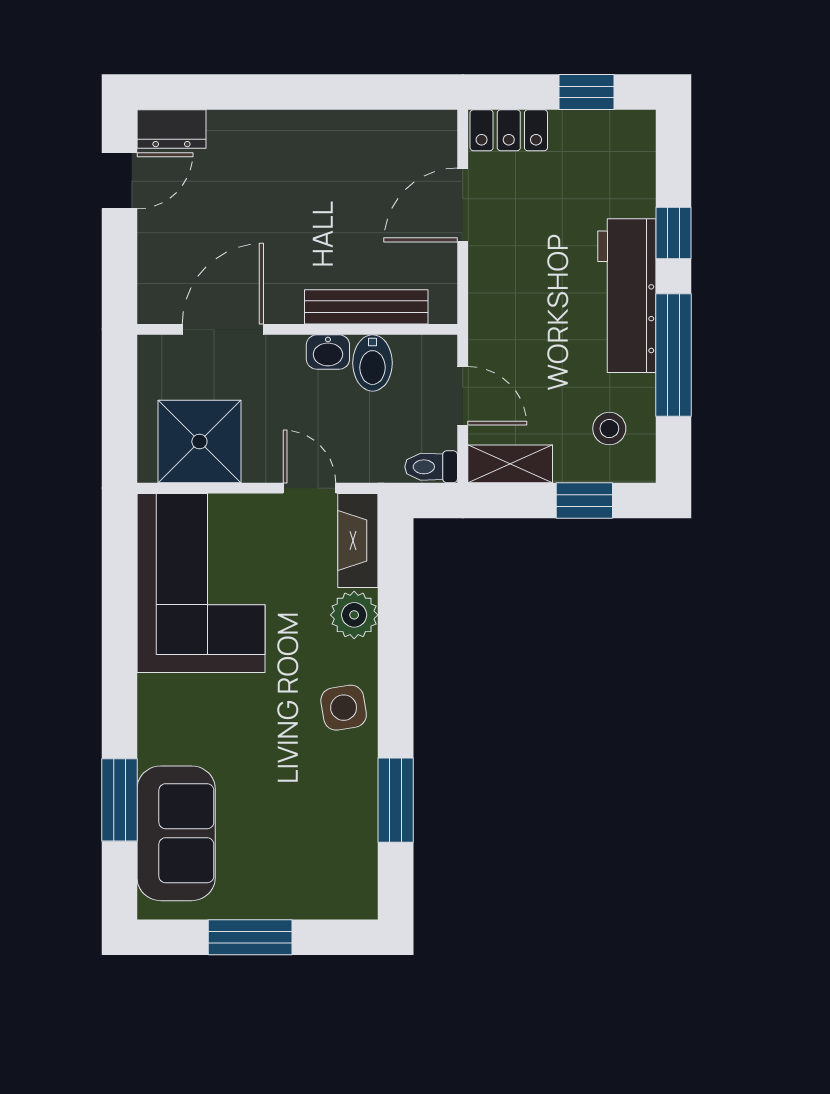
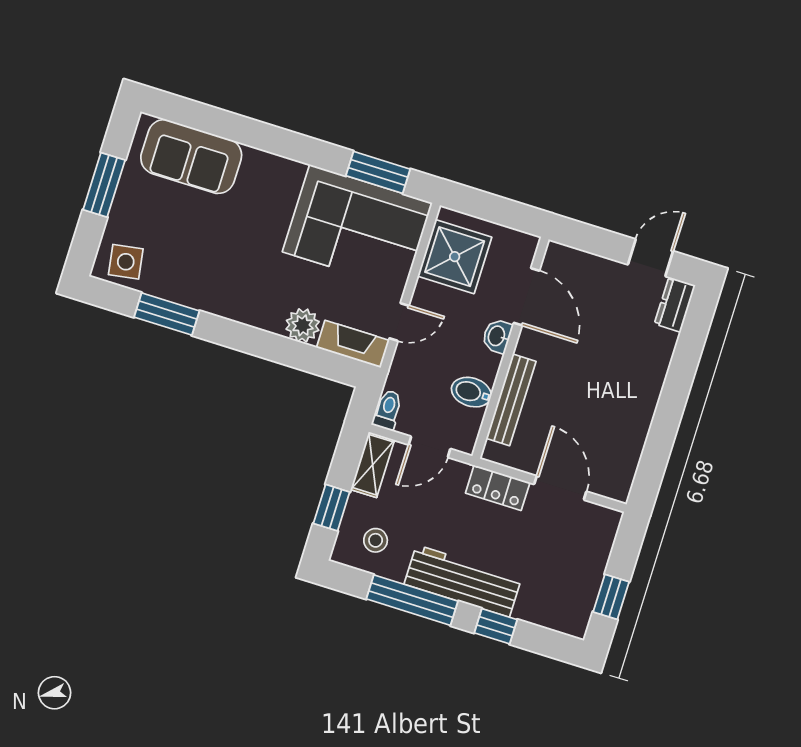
locker: (509, 130) -> (498, 488), moved, turned -90
door: (119, 181) -> (651, 258), swing flipped
washbasin: (328, 352) -> (497, 336), moved
side table: (344, 708) -> (126, 262), moved
window: (119, 800) -> (378, 172), moved

